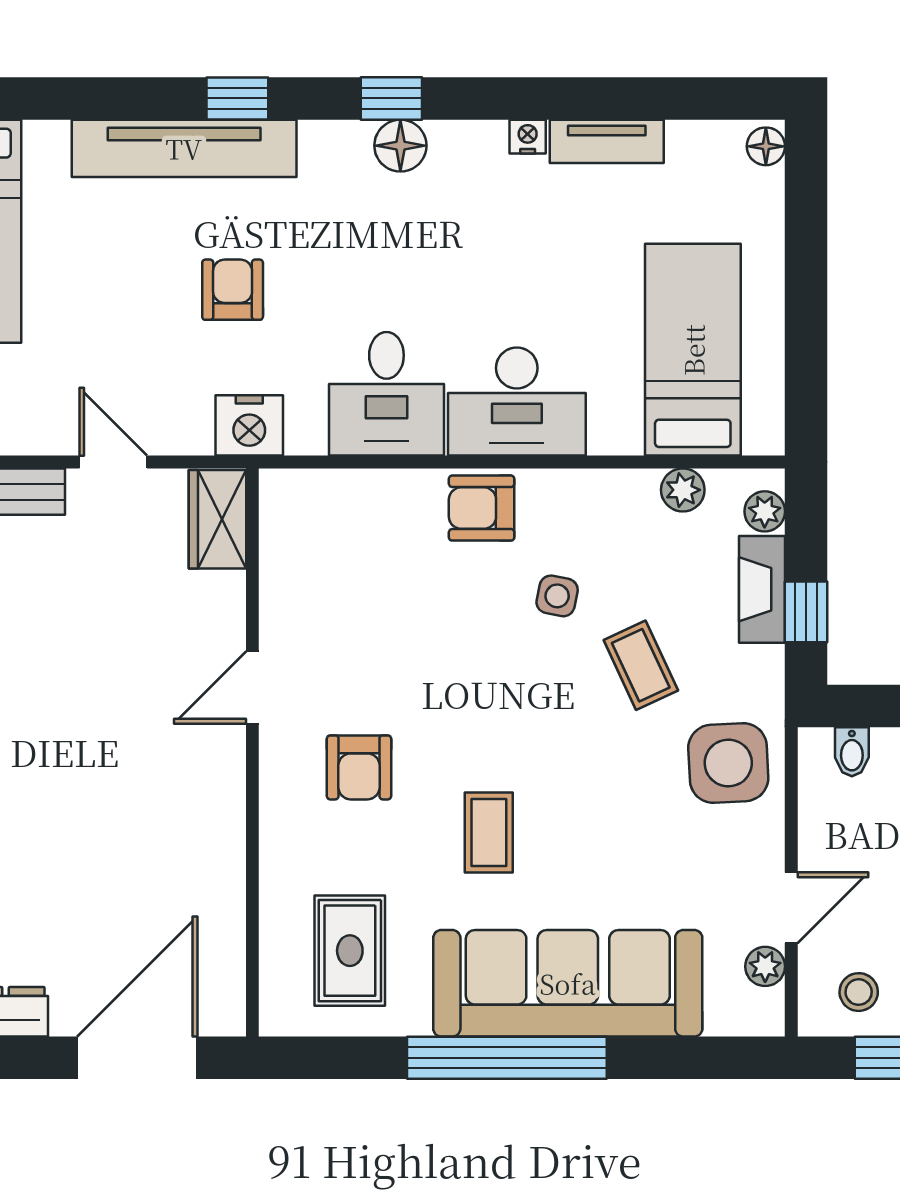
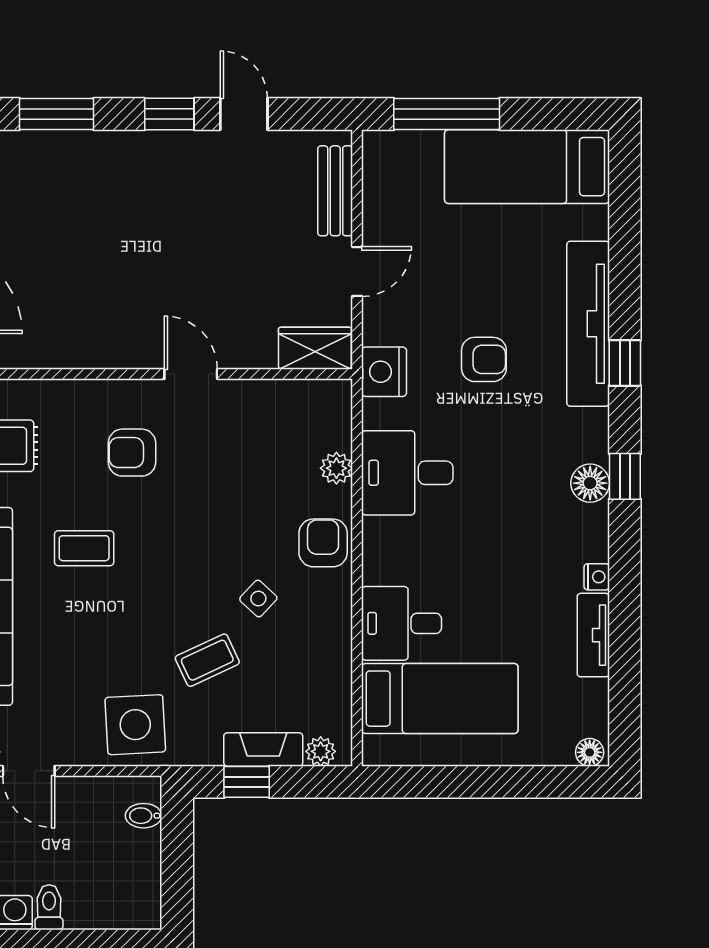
desk: (517, 402) -> (402, 623), moved, width x0.73
plant: (683, 490) -> (336, 468), moved
side table: (557, 596) -> (258, 599), turned 32

